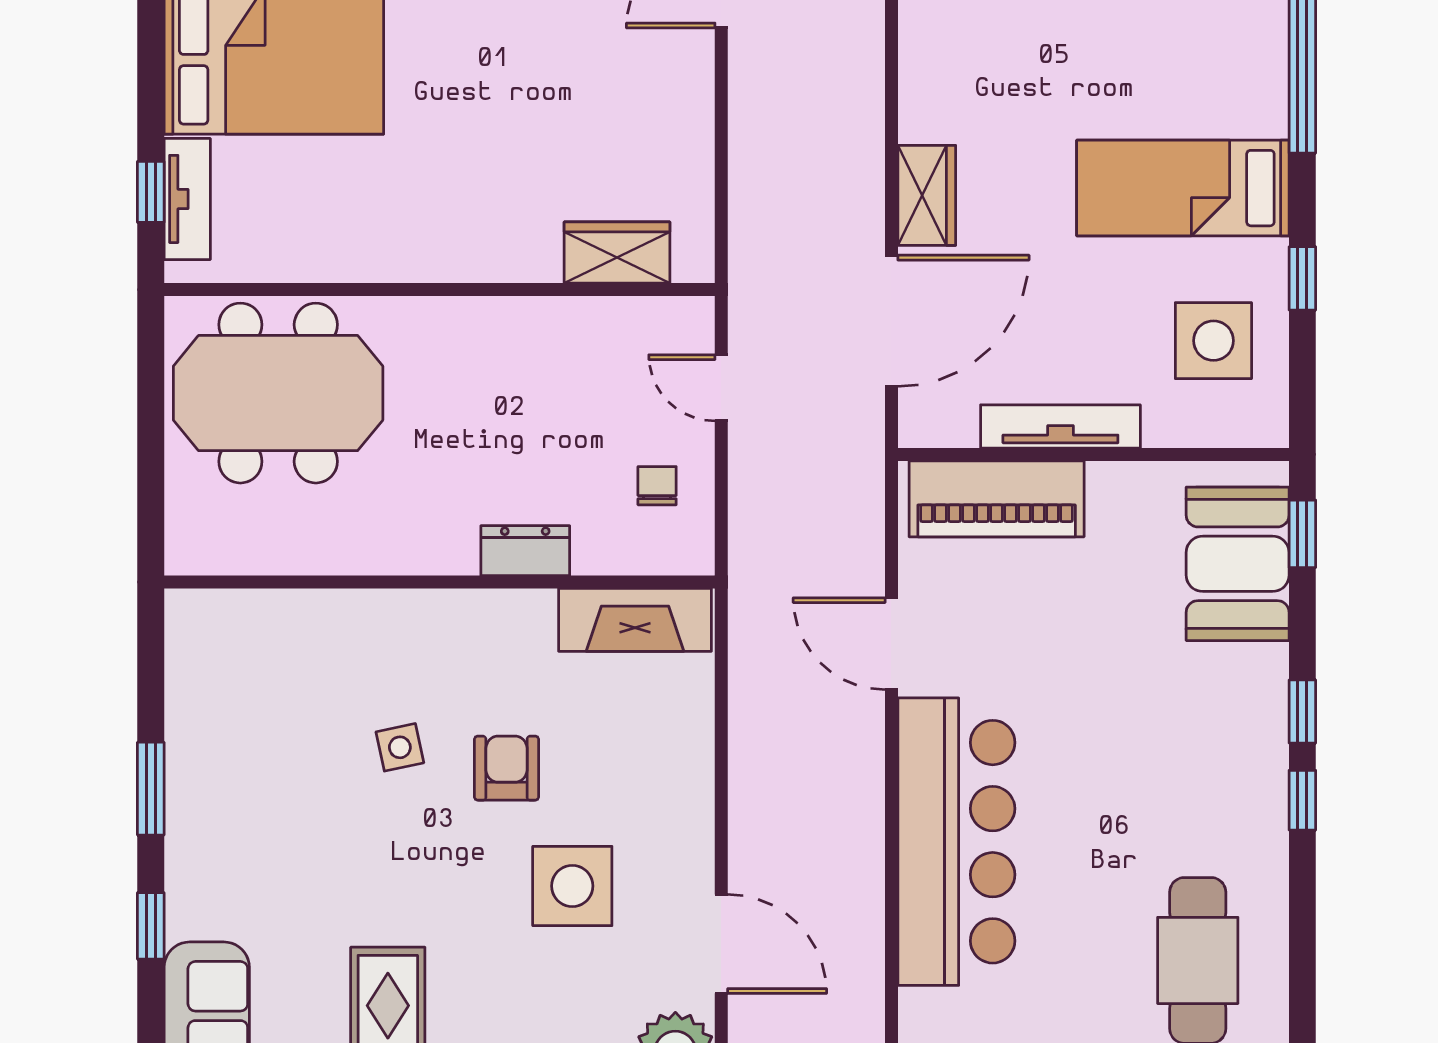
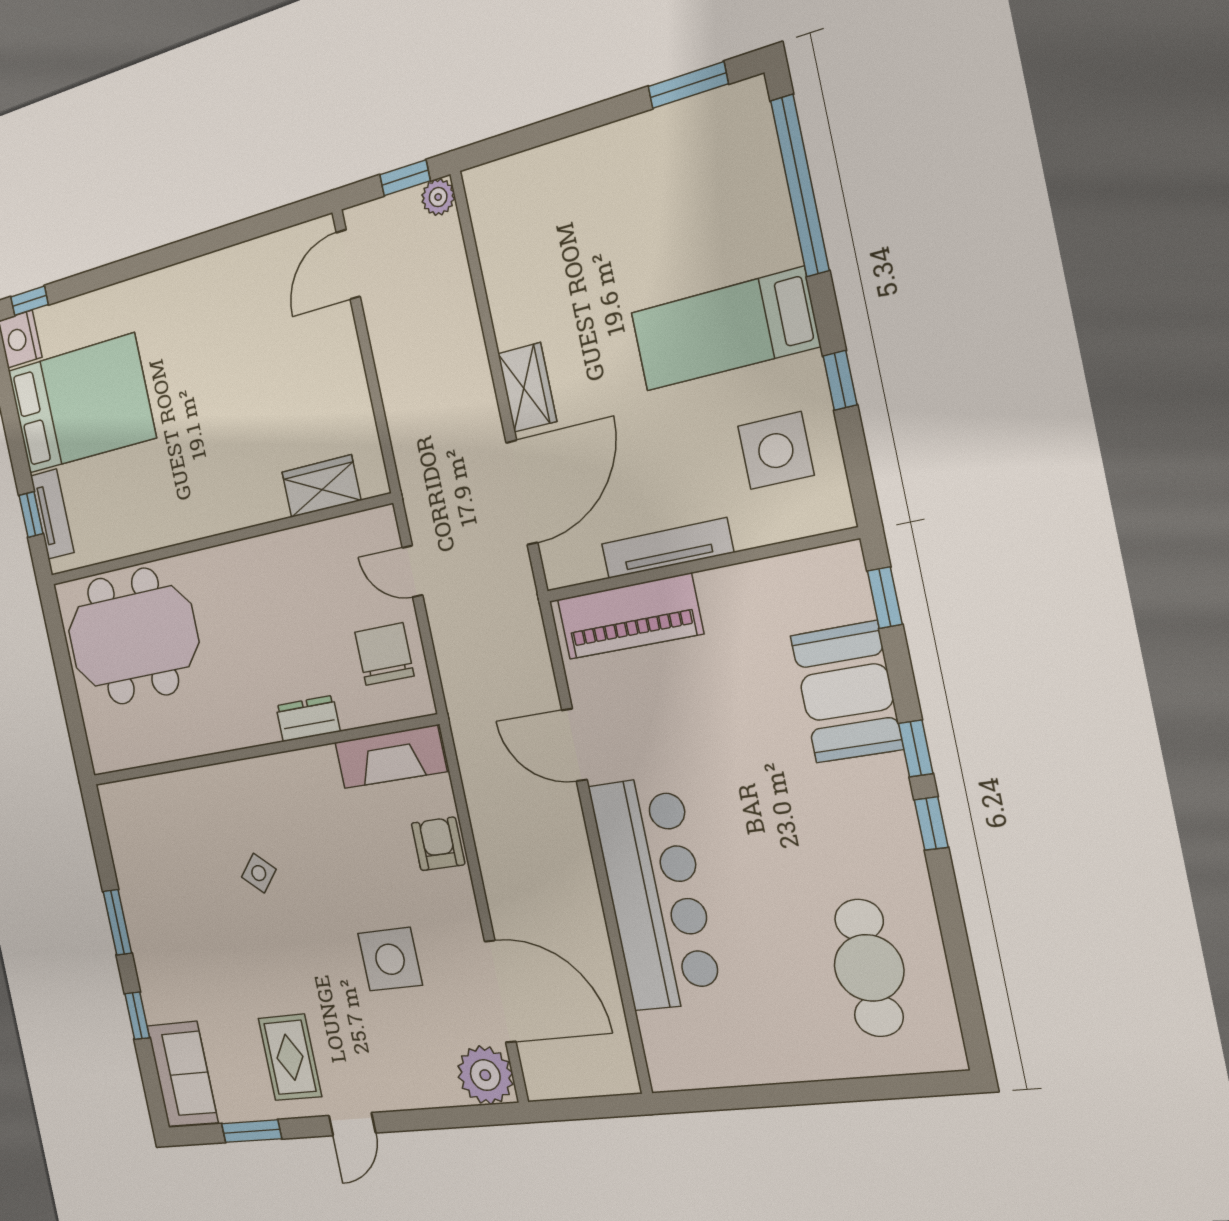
chair: (657, 486) -> (384, 654), width x1.87, depth x1.87
booth: (1238, 564) -> (847, 692), moved
side table: (400, 747) -> (259, 873), turned -37
armchair: (506, 768) -> (438, 844), moved
door: (721, 944) -> (500, 991), width x1.36

